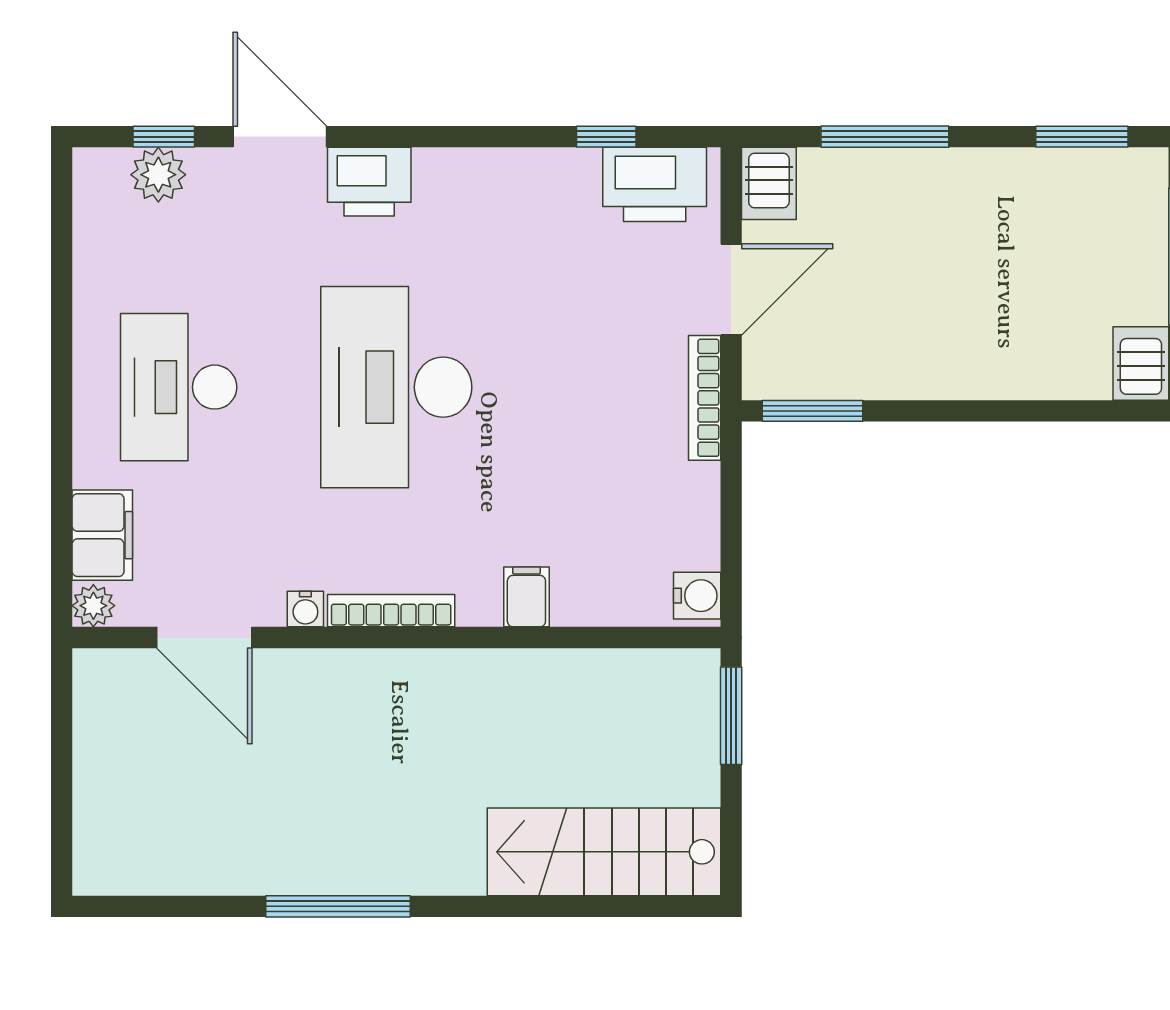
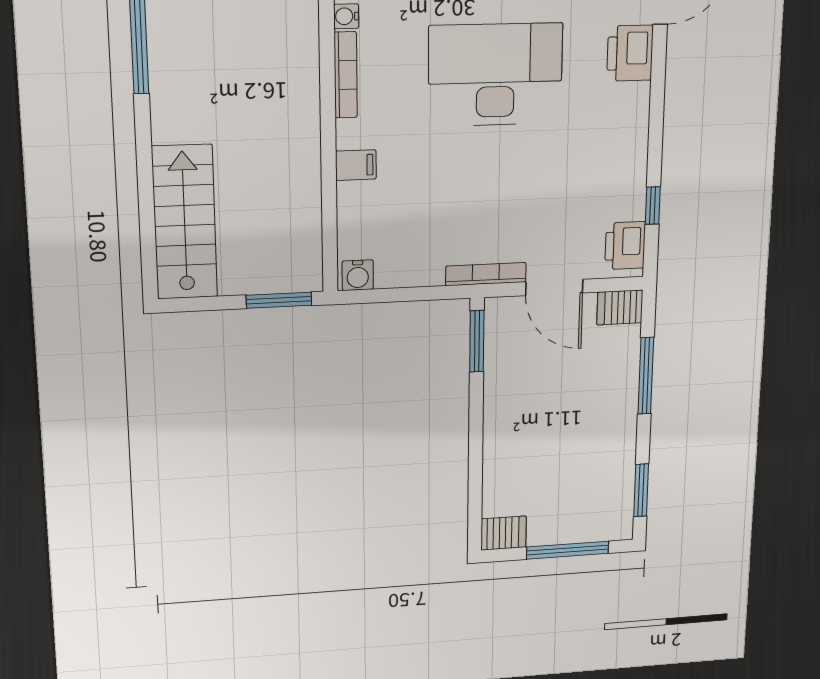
printer: (655, 184) -> (625, 246), width x0.73, depth x0.84

